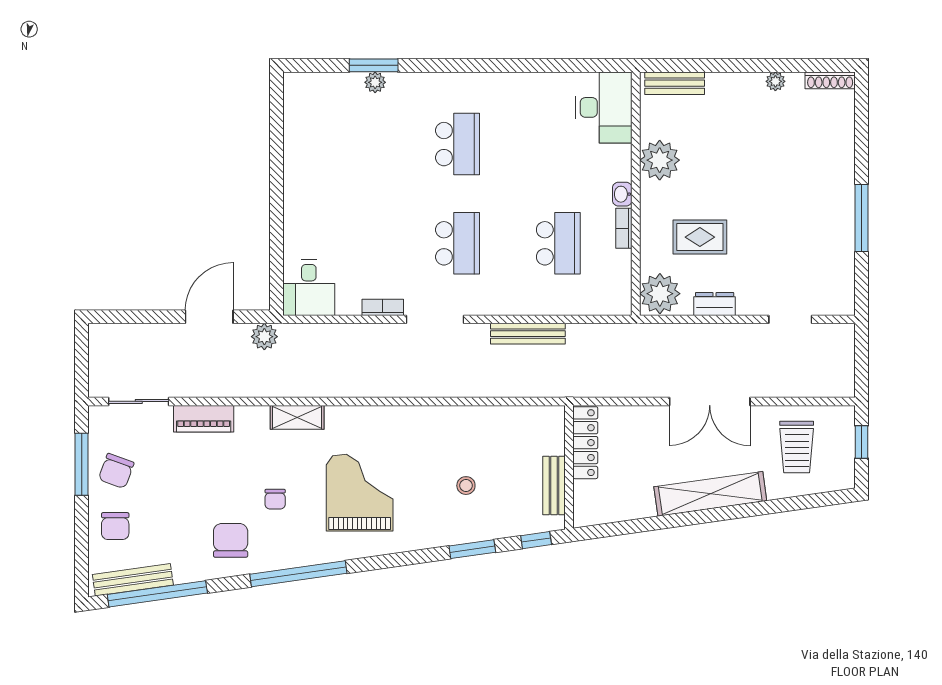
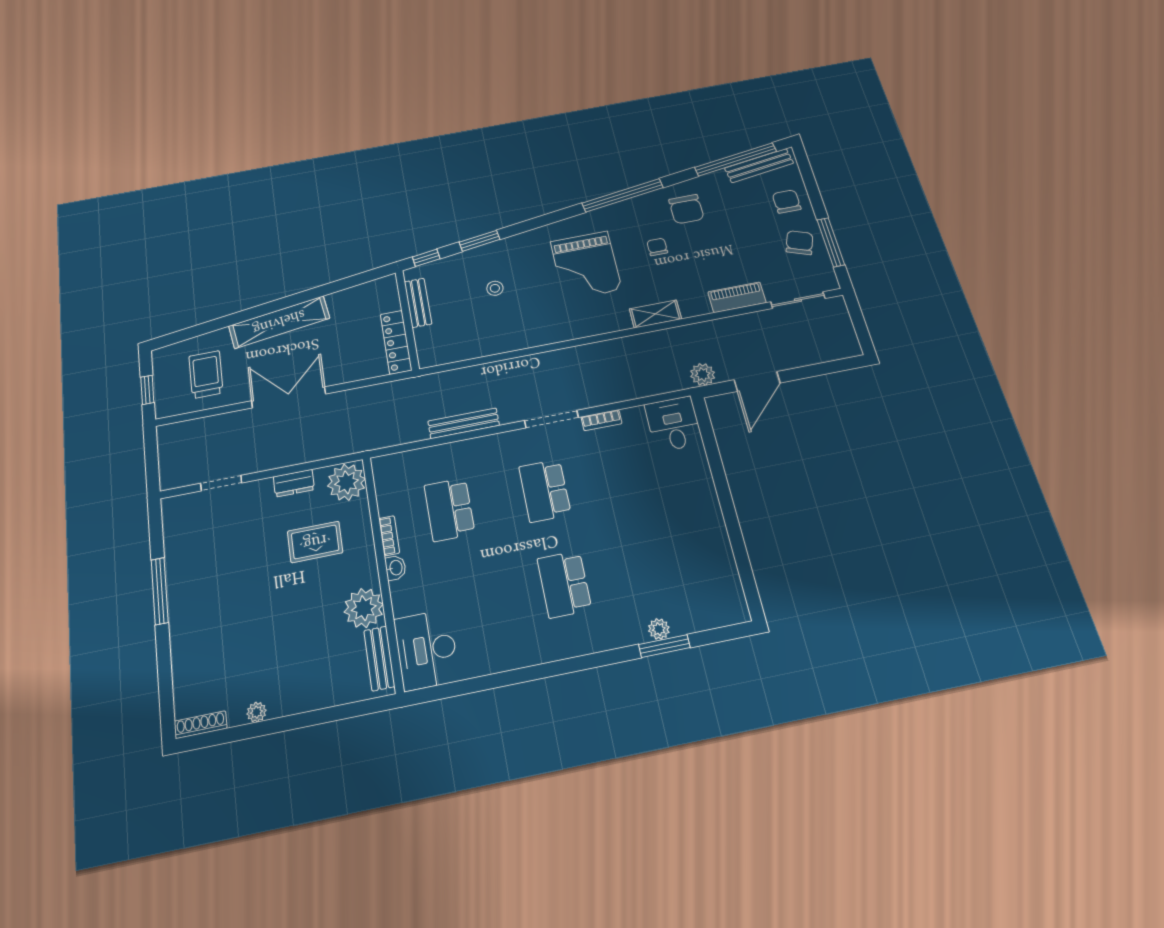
bench: (675, 83) -> (379, 658), moved, turned 90

